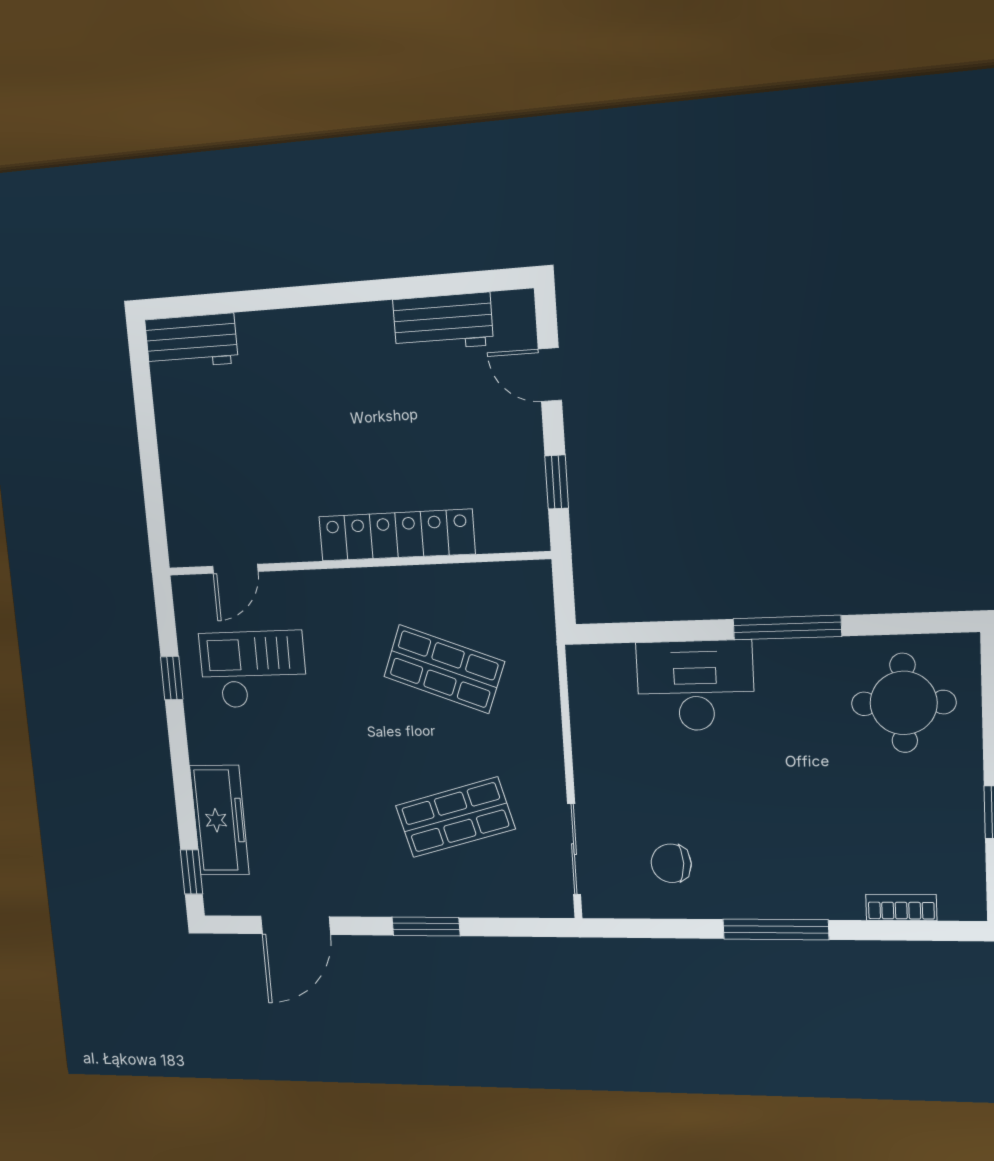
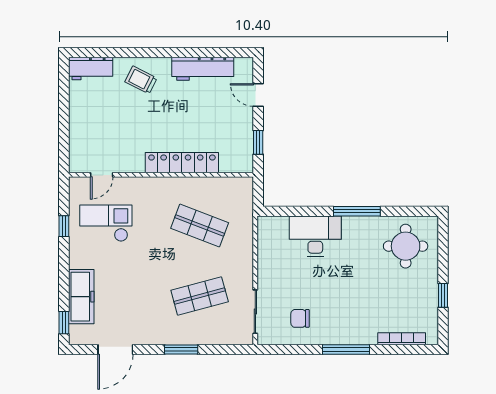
workbench: (443, 322) -> (203, 69), width x1.38
trolley: (296, 359) -> (141, 80), added
bookcase: (901, 907) -> (402, 339), width x1.56

